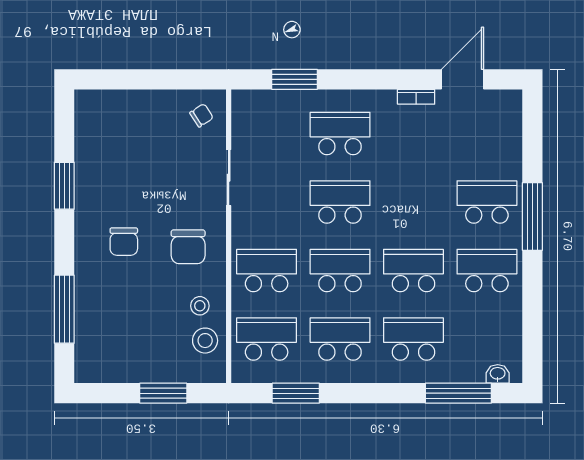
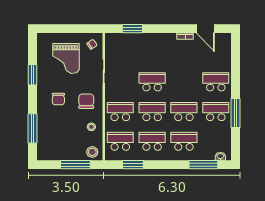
door: (463, 79) -> (205, 29), swing flipped
school desk: (340, 134) -> (152, 52), removed
grand piano: (141, 148) -> (66, 58), added
window: (532, 217) -> (235, 113), moved
chair: (188, 247) -> (86, 101), turned 180
stool: (205, 341) -> (92, 152), moved
window: (163, 393) -> (75, 165), width x1.44

